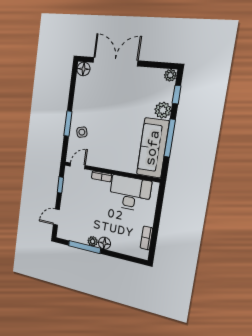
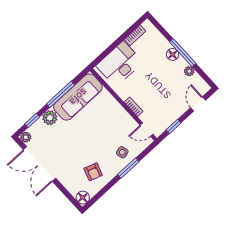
double door: (115, 62) -> (40, 164), moved
armchair: (92, 97) -> (93, 172), added
desk: (130, 193) -> (119, 64), moved, turned 90
door: (56, 217) -> (198, 104), swing flipped
plant: (93, 241) -> (189, 71), moved
window: (84, 247) -> (183, 53), moved

